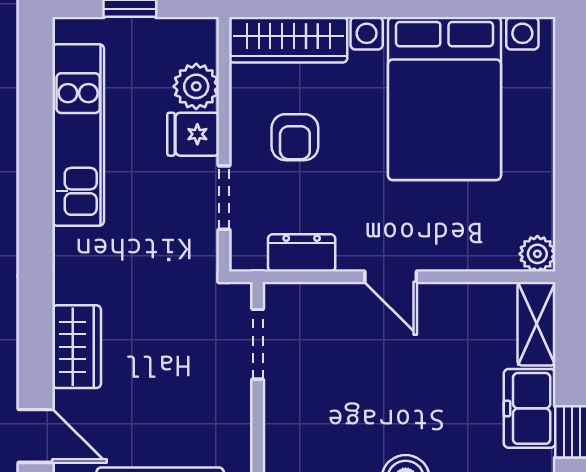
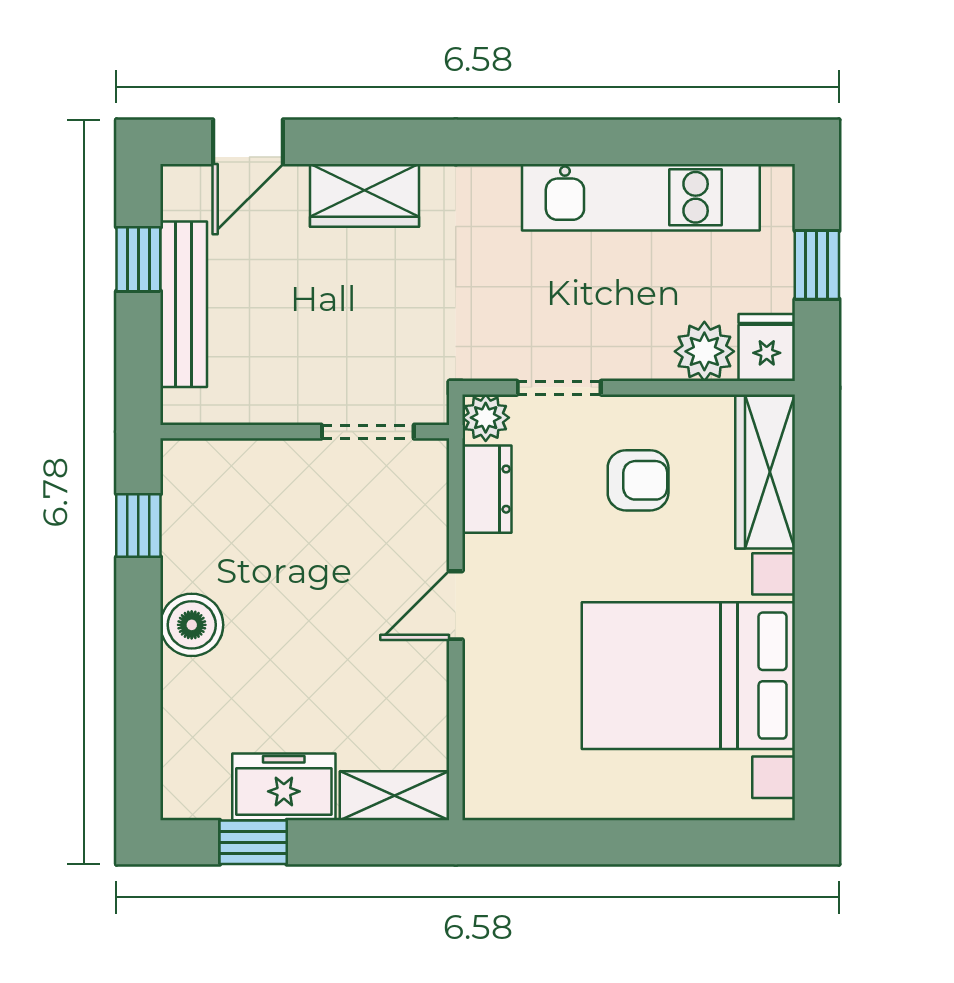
fridge: (193, 134) -> (767, 347), moved
armchair: (295, 137) -> (638, 480), turned 180
plant: (537, 254) -> (486, 418), moved

